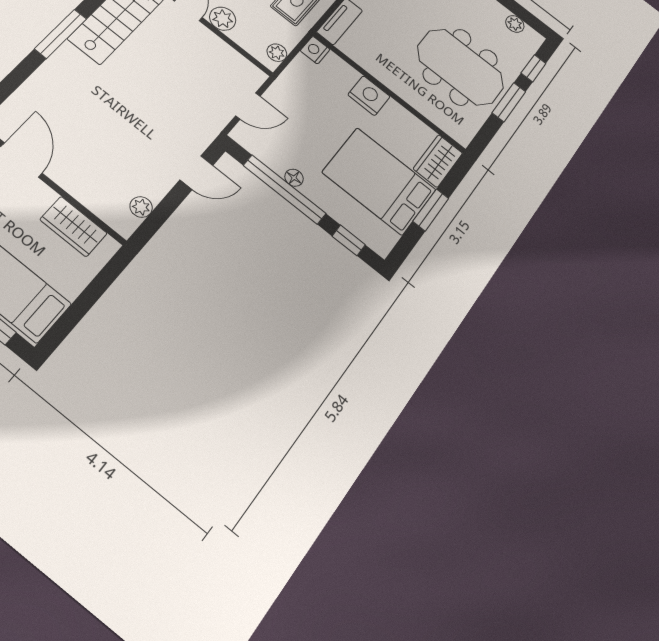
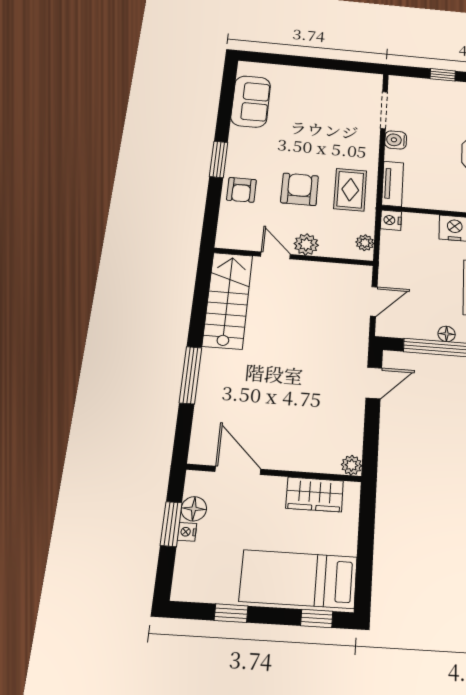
window: (61, 34) -> (191, 375), moved
plant: (141, 207) -> (352, 465), moved

